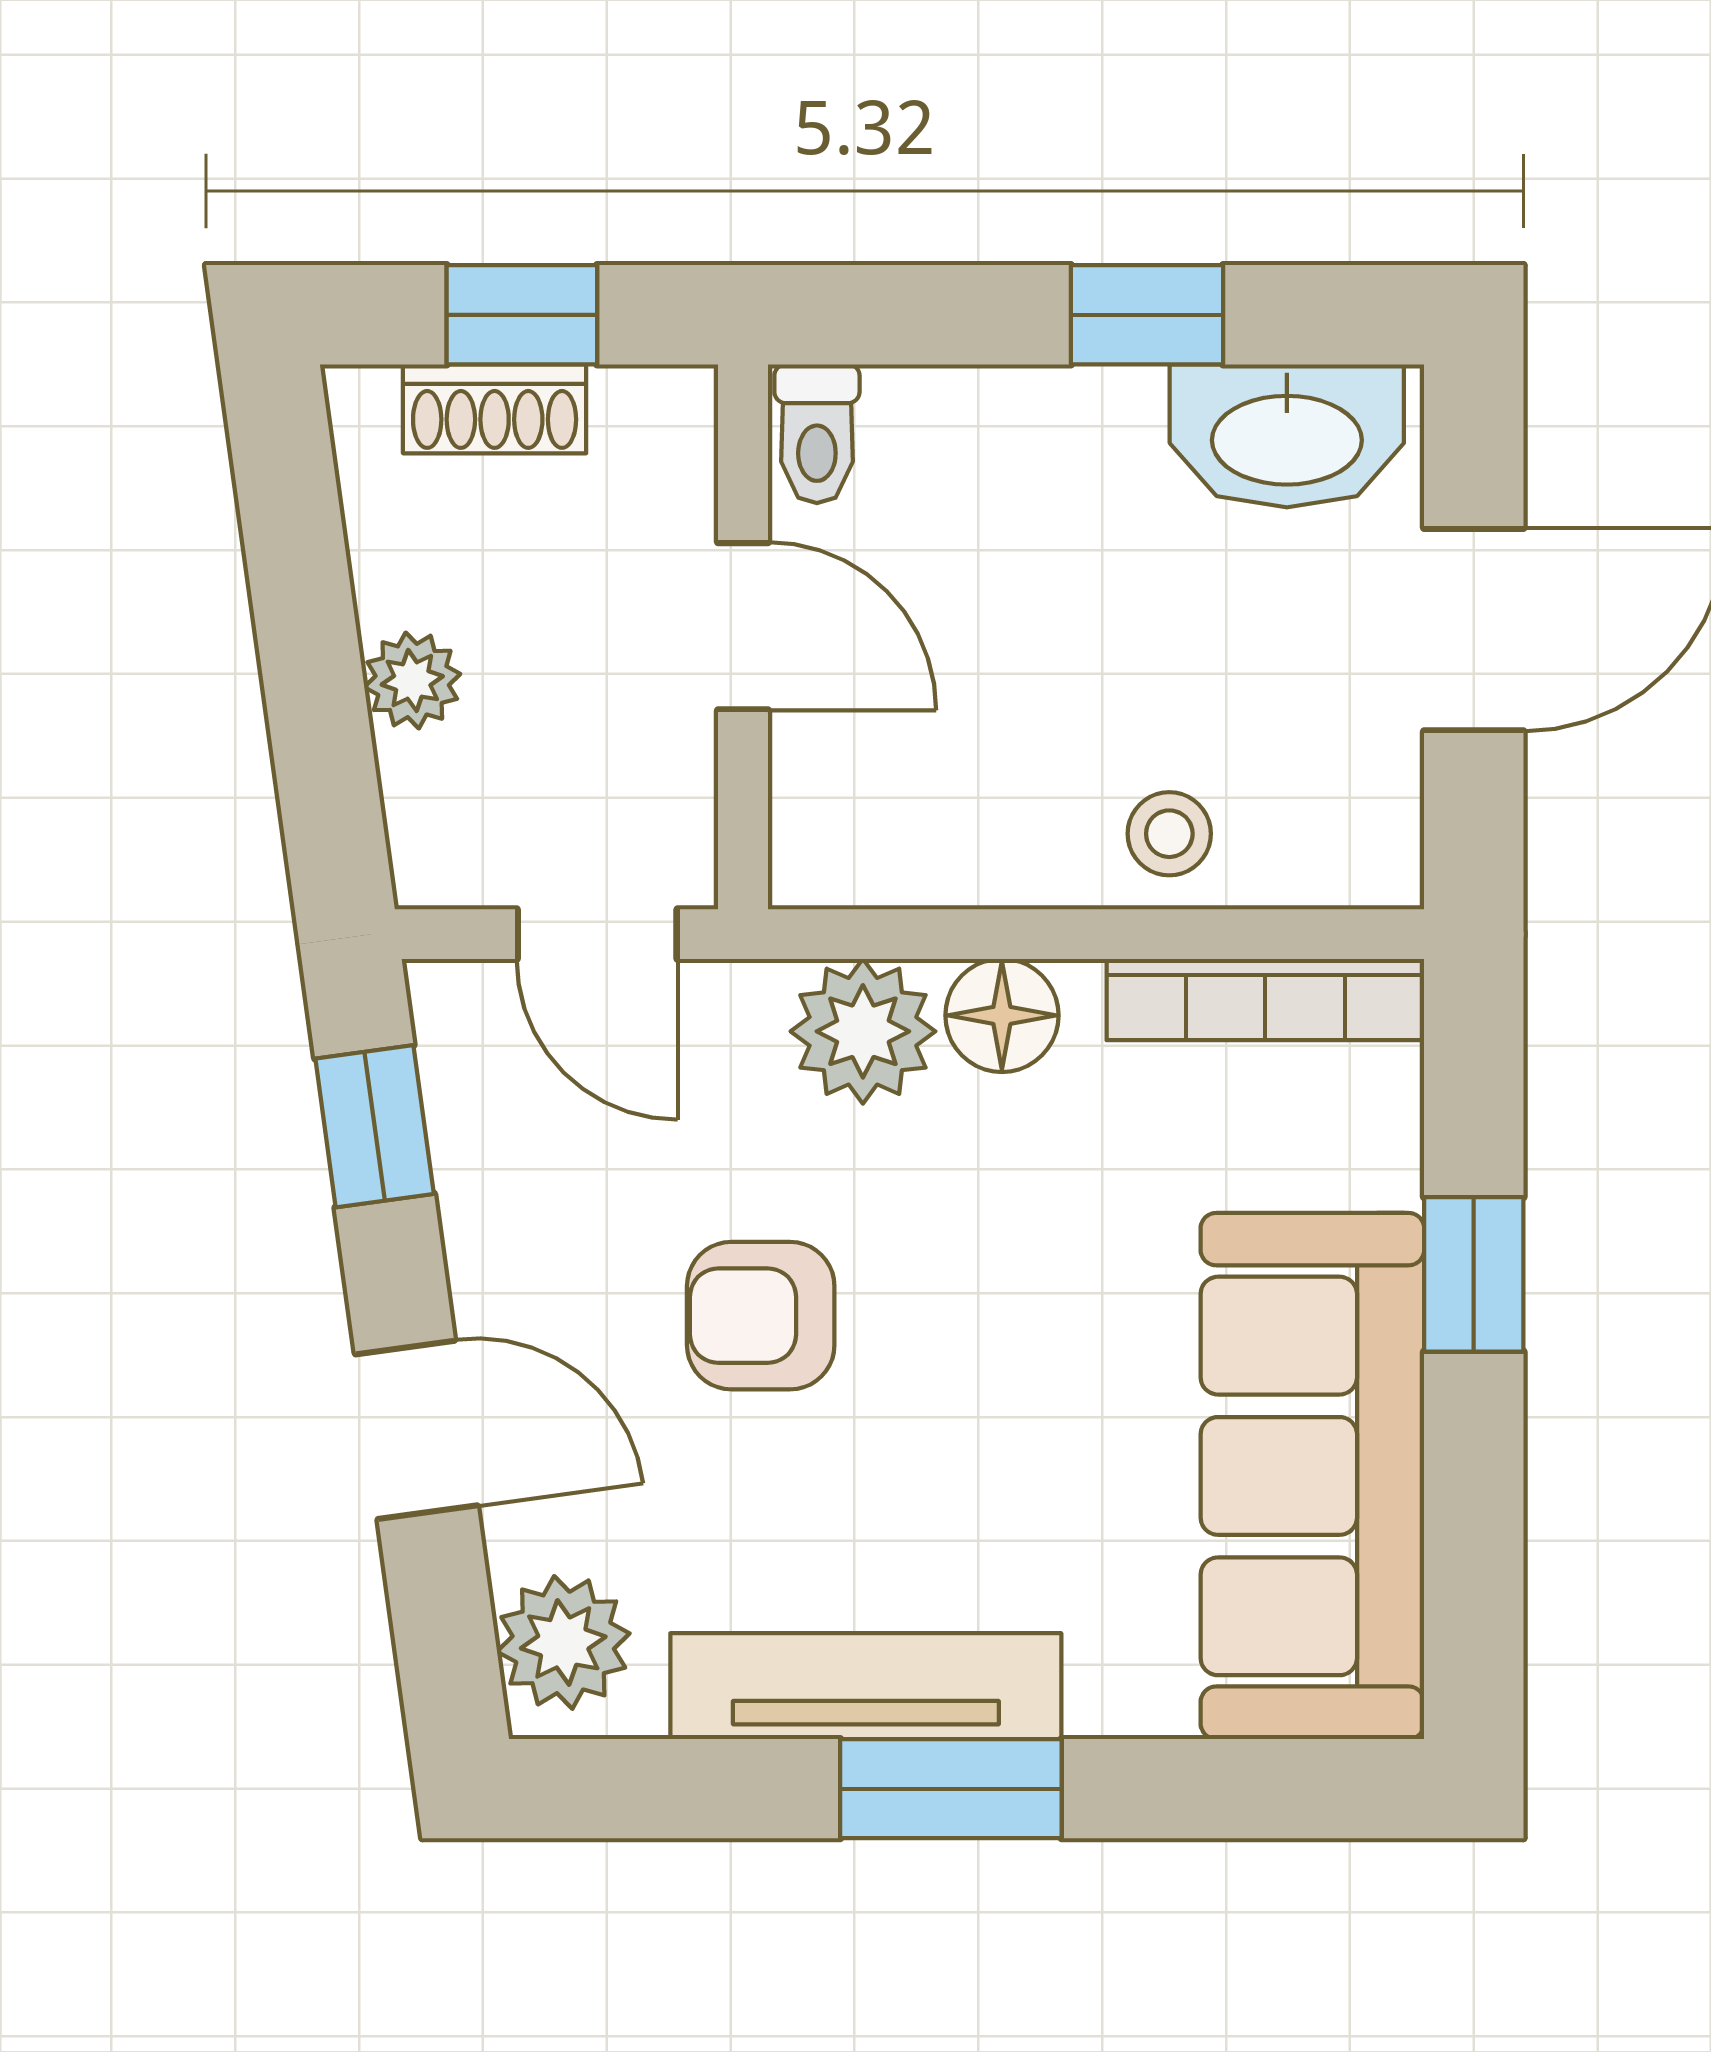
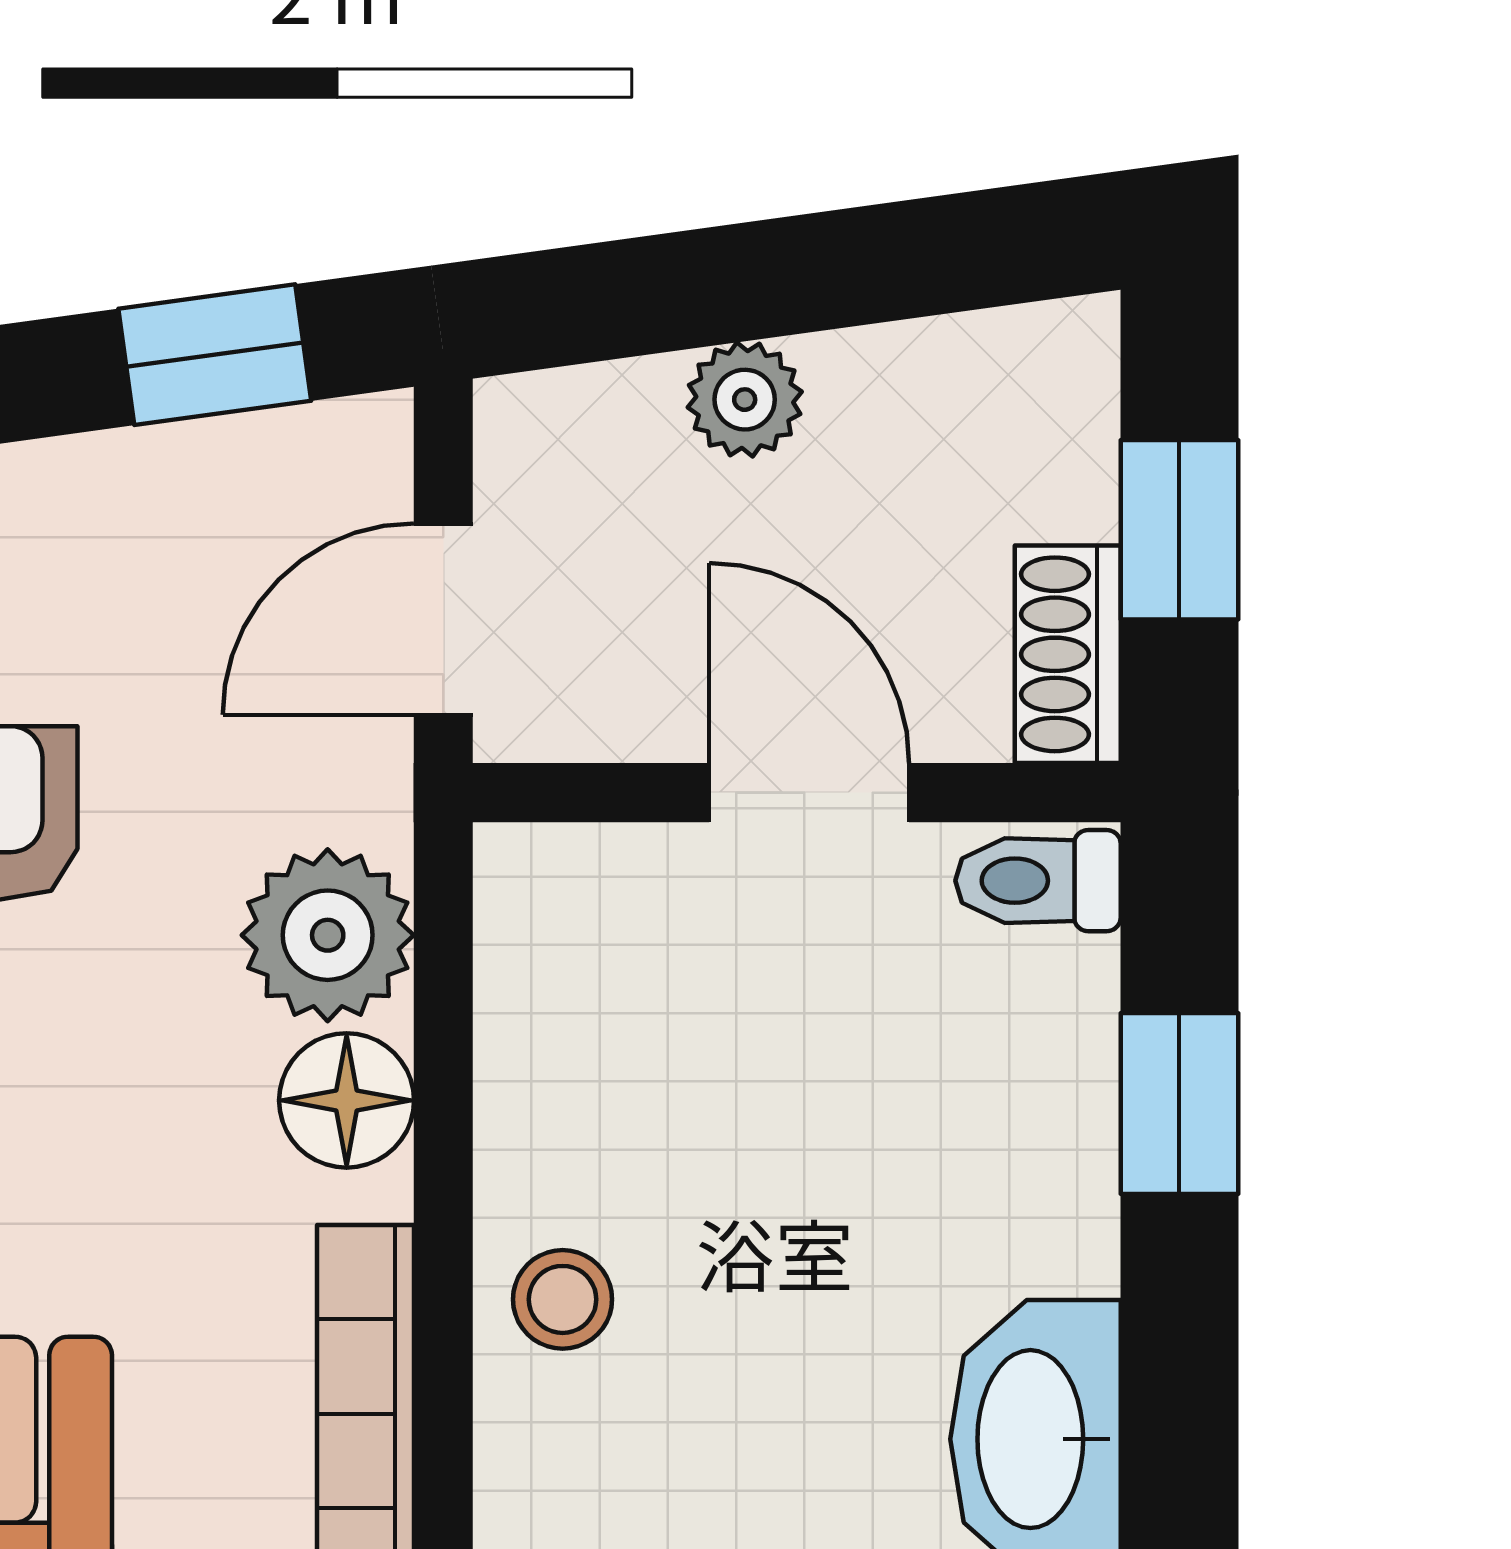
window: (1147, 315) -> (1179, 1103), moved
shoe rack: (495, 409) -> (1068, 654), moved
door: (743, 626) -> (809, 793), swing flipped

